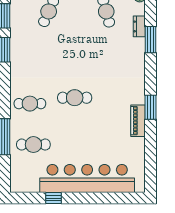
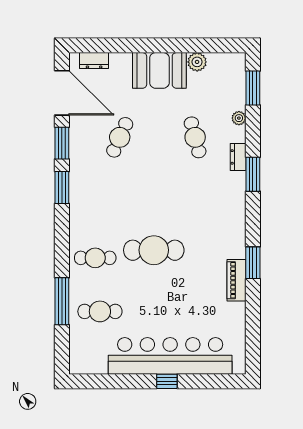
cafe table: (75, 98) -> (154, 250), width x1.37, depth x1.35
window: (53, 198) -> (167, 381), moved

